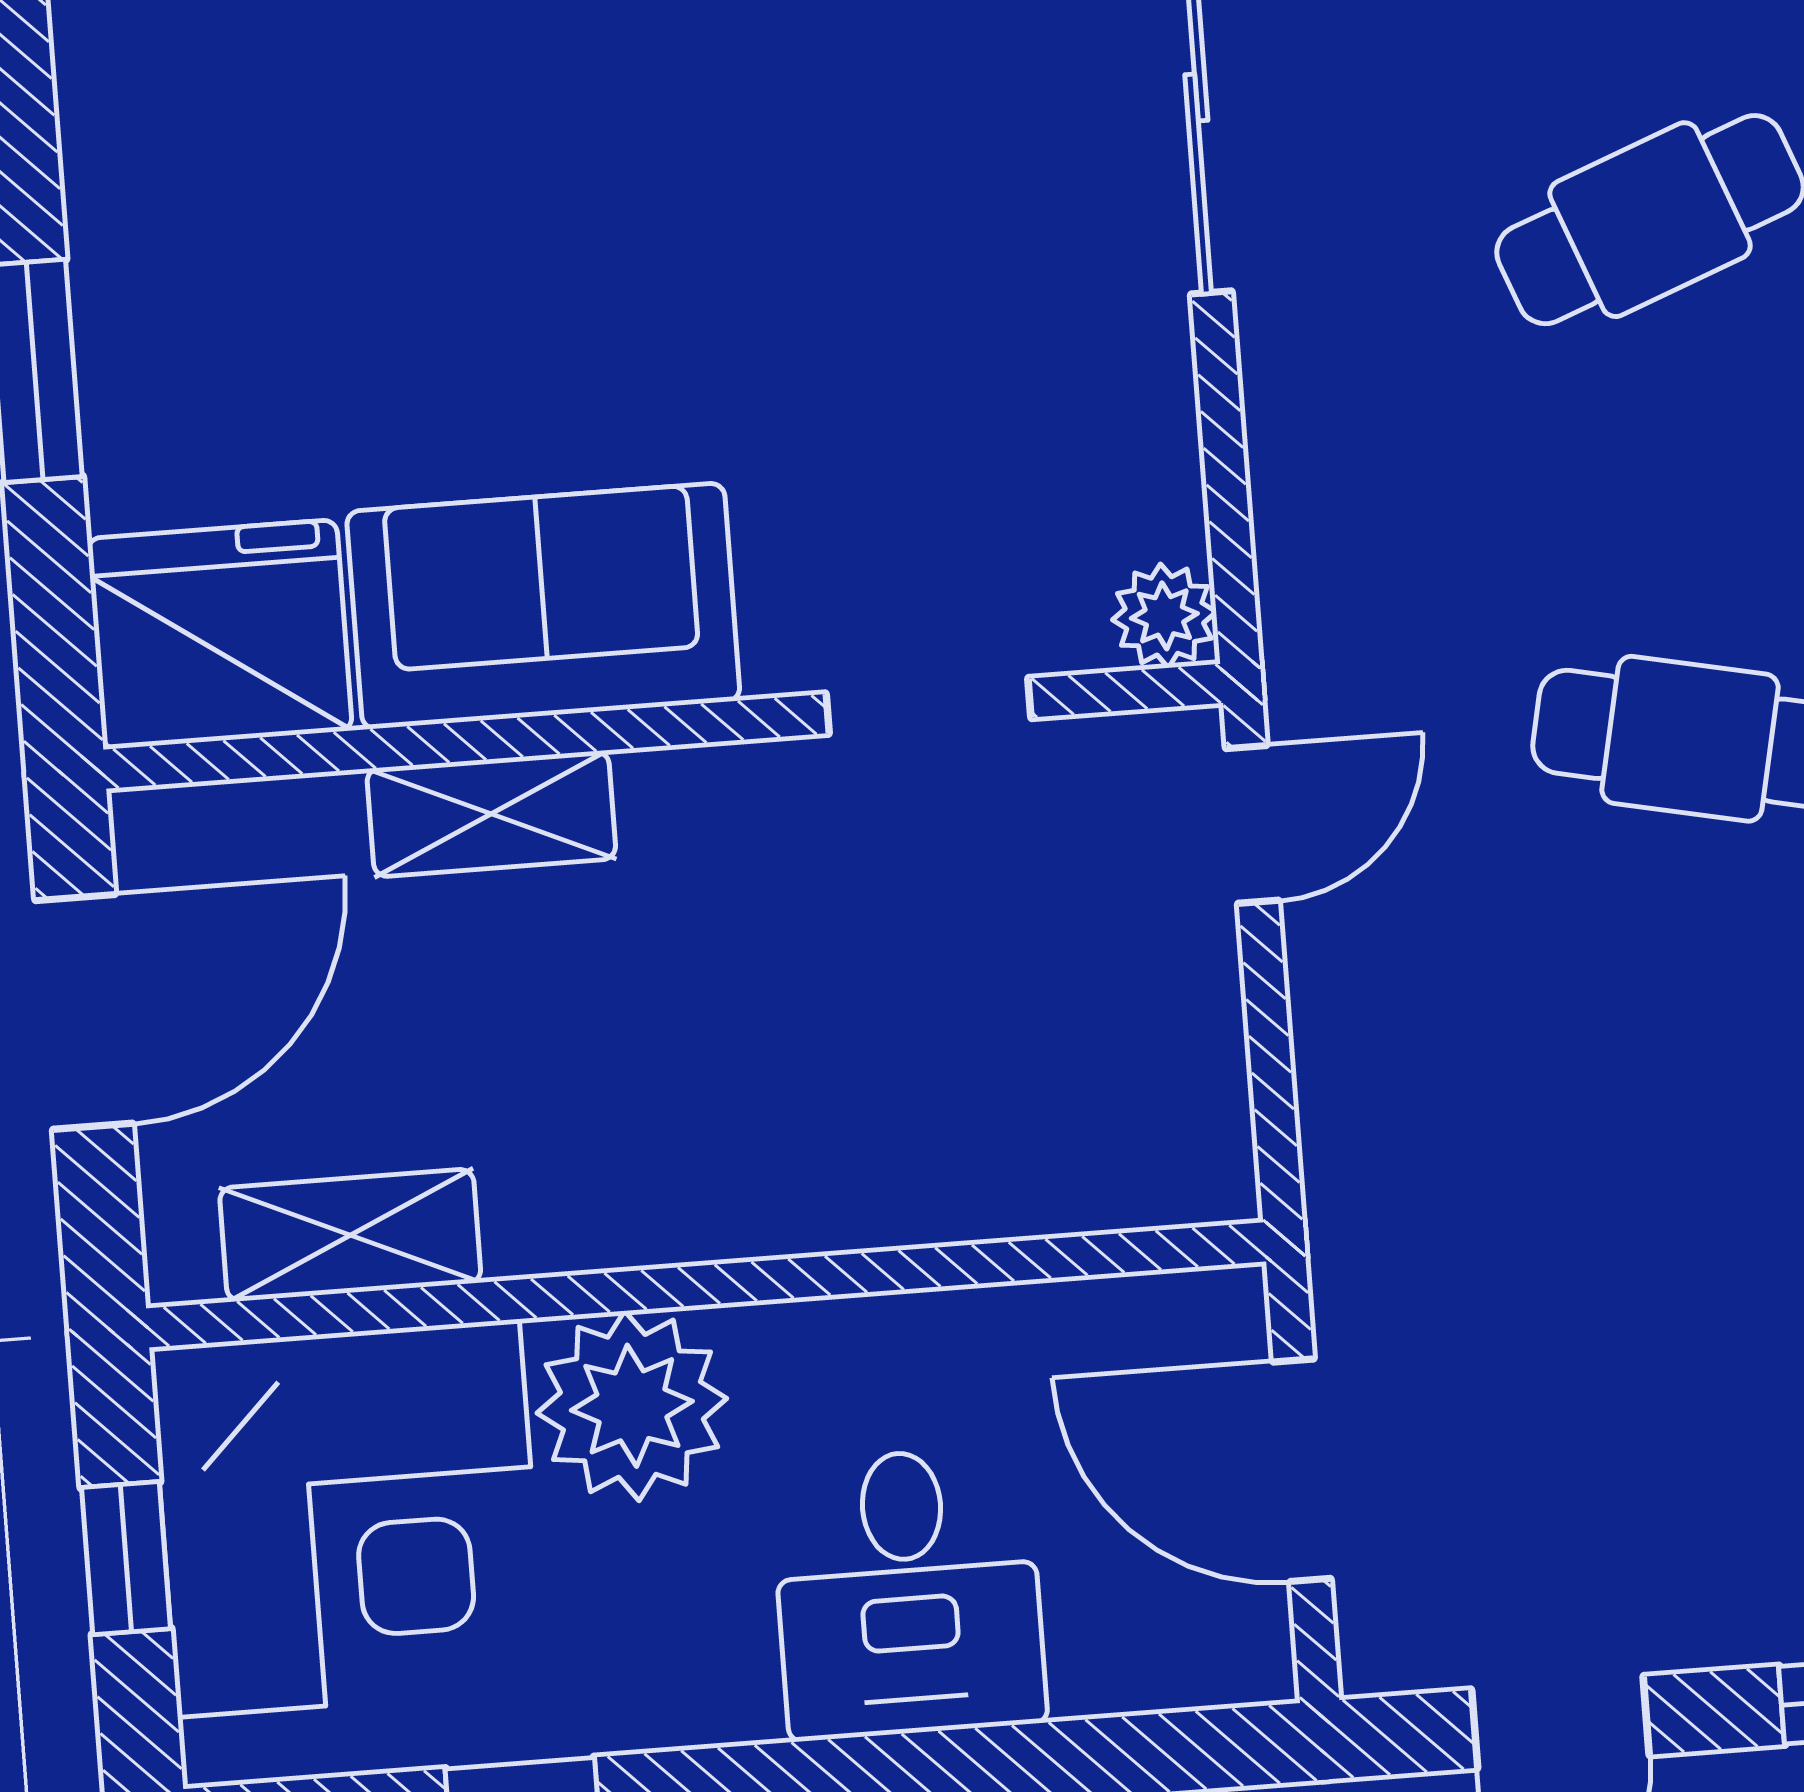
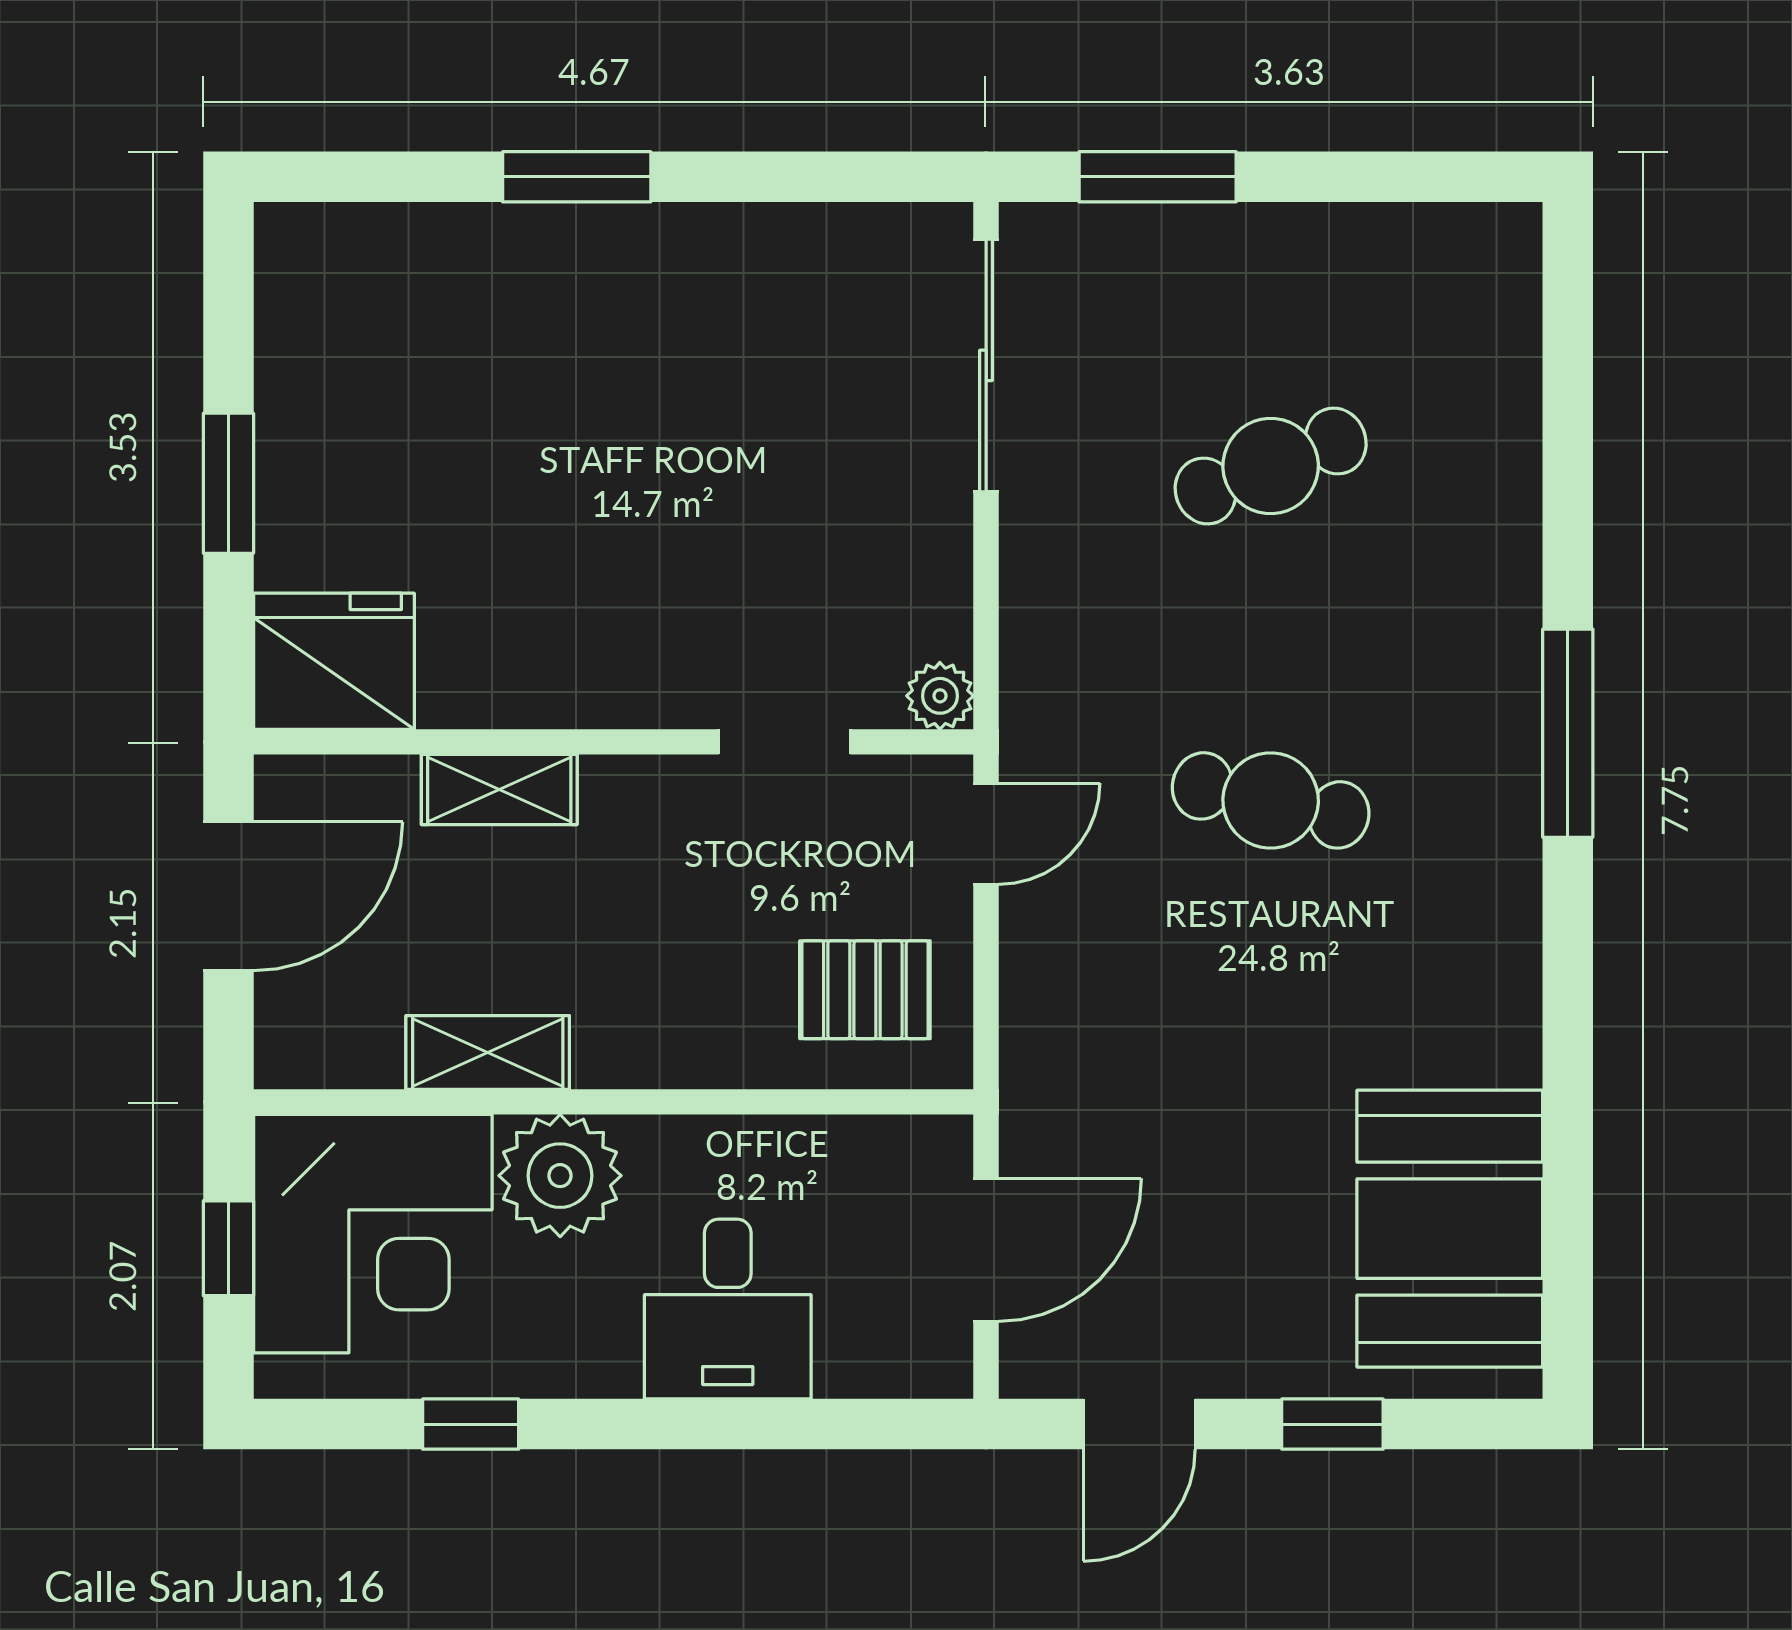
sofa: (543, 606) -> (543, 659), removed
pallet: (1083, 1081) -> (865, 990), added
shelving: (350, 1235) -> (488, 1052), moved
door: (1302, 1470) -> (986, 1250), swing flipped

